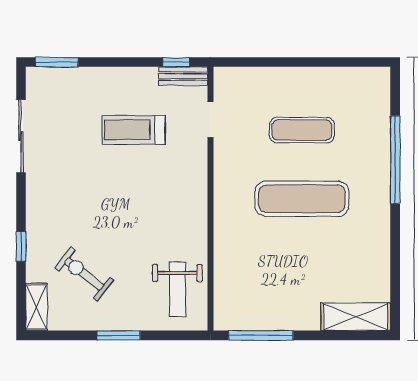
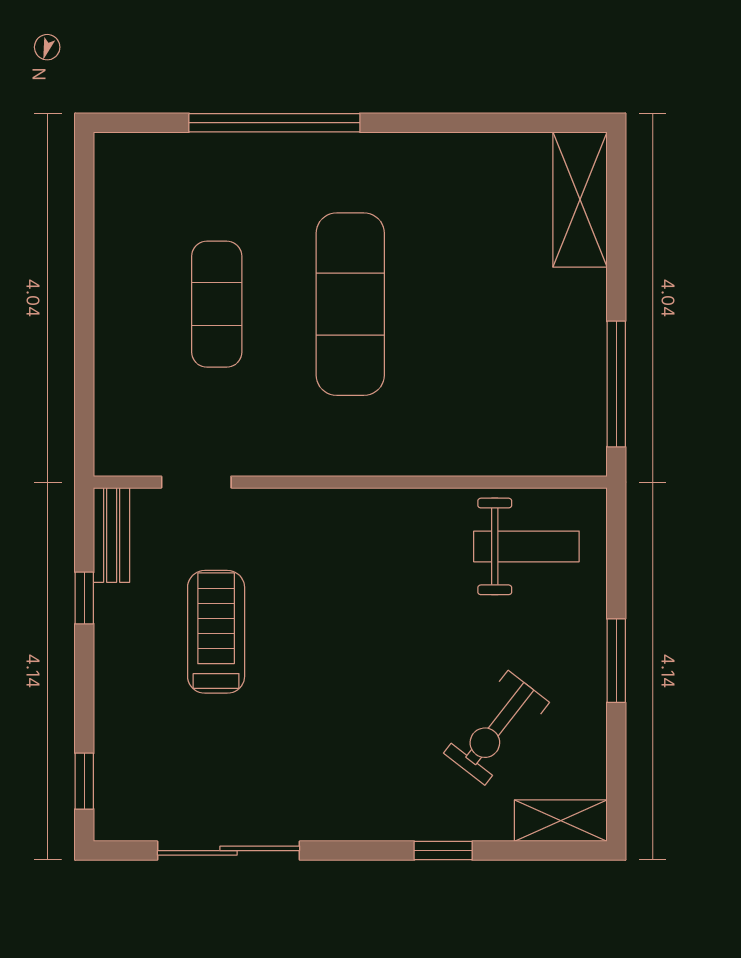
window: (57, 62) -> (84, 781), width x0.67
window: (176, 62) -> (84, 598), moved
treadmill: (133, 130) -> (216, 632), turned 180

